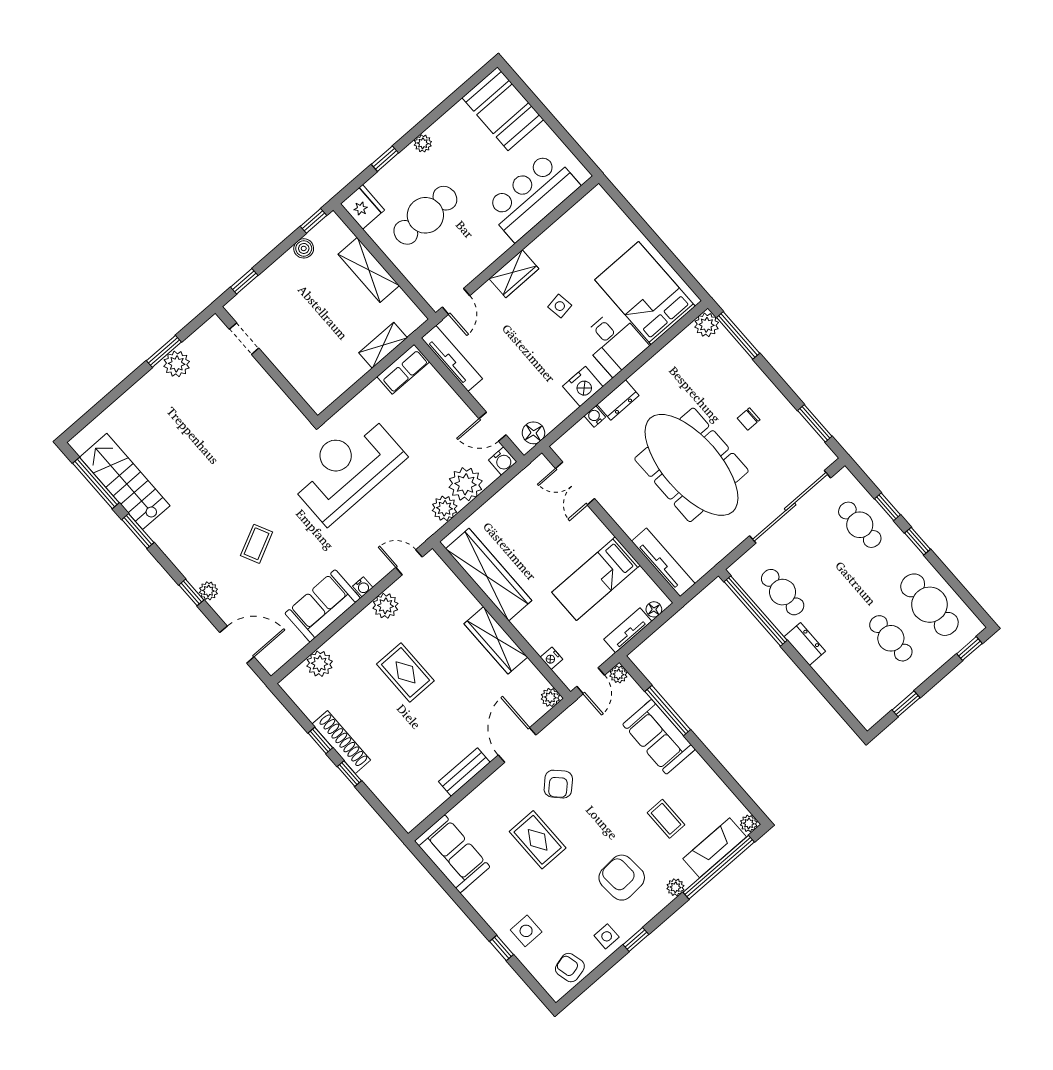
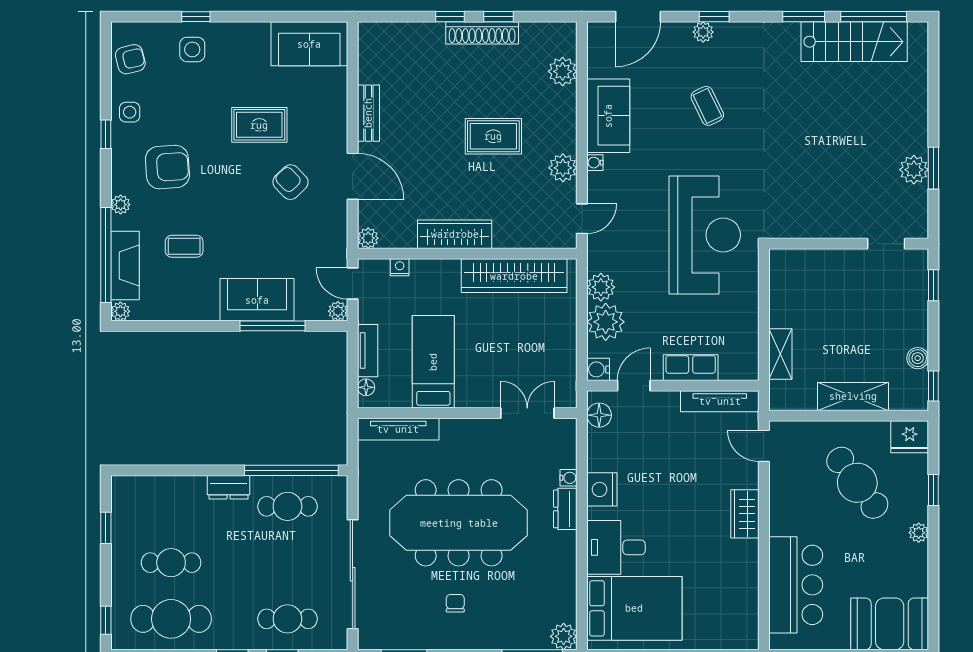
cafe table: (425, 215) -> (857, 483), turned -37
side table: (560, 306) -> (685, 528), removed
row of seats: (403, 369) -> (691, 368), moved, turned 90

